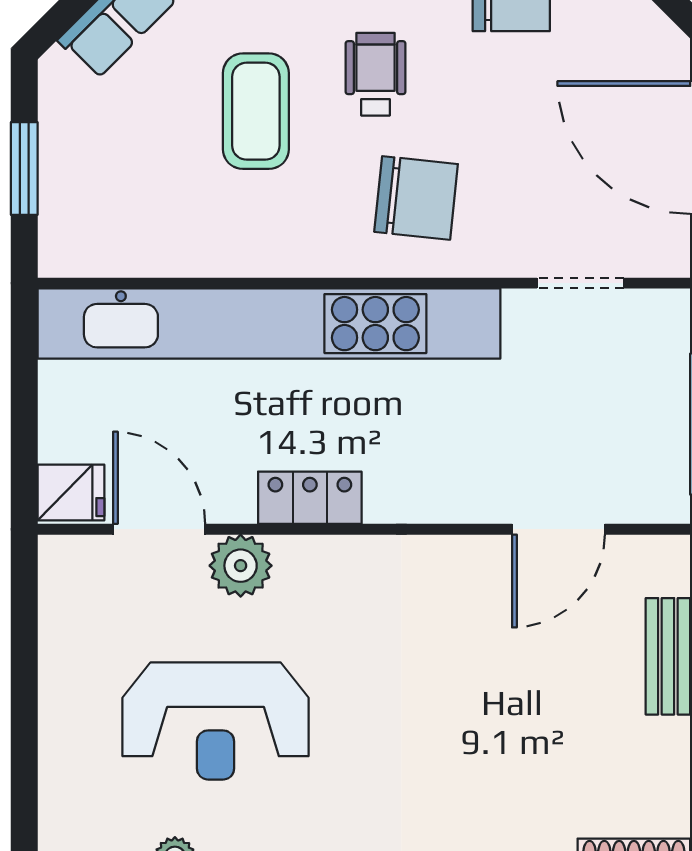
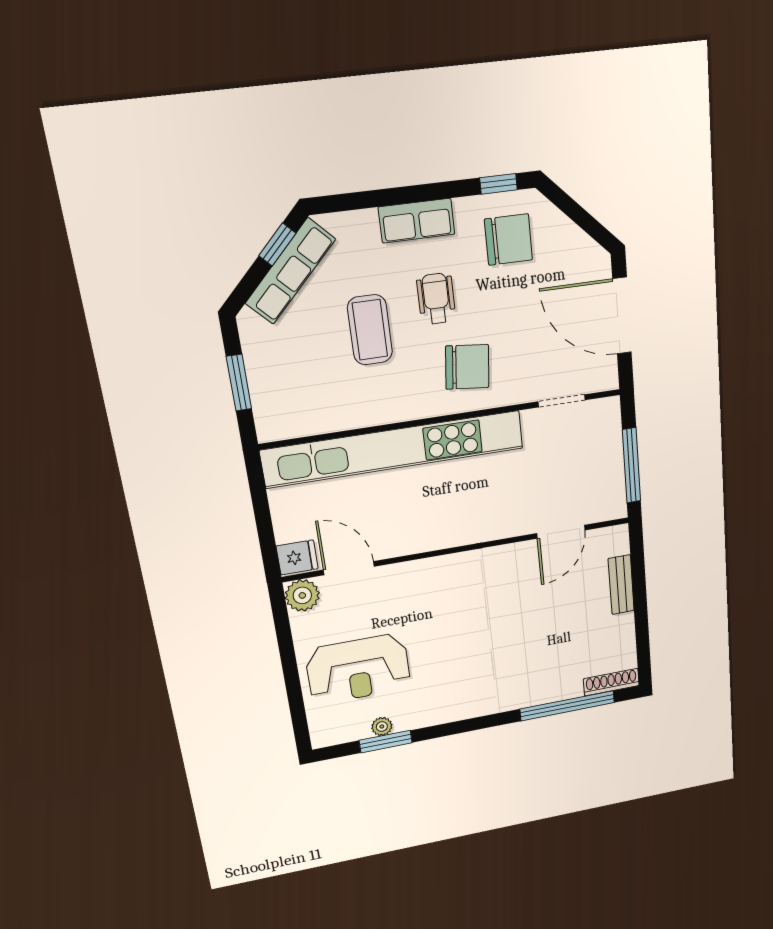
locker: (310, 498) -> (428, 538), removed
plant: (241, 566) -> (302, 595), moved
reception desk: (216, 721) -> (358, 669), moved

